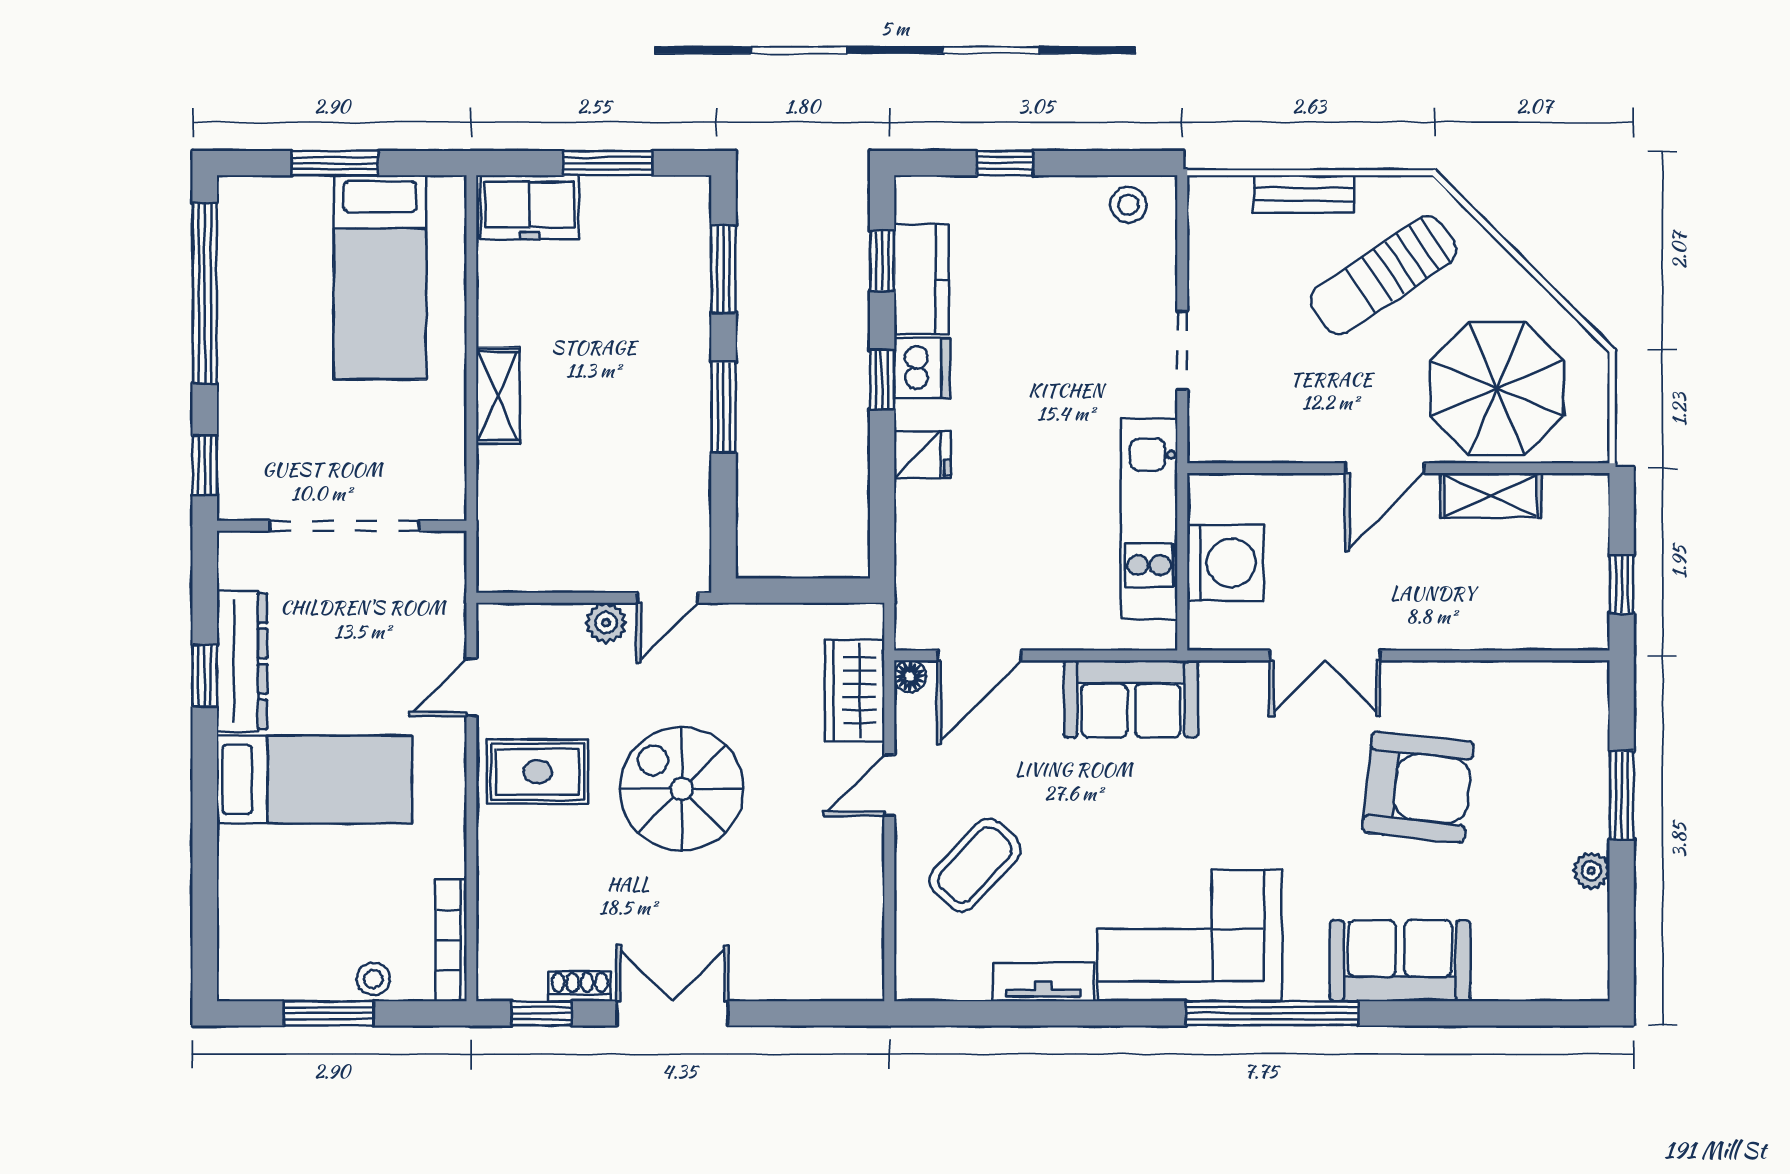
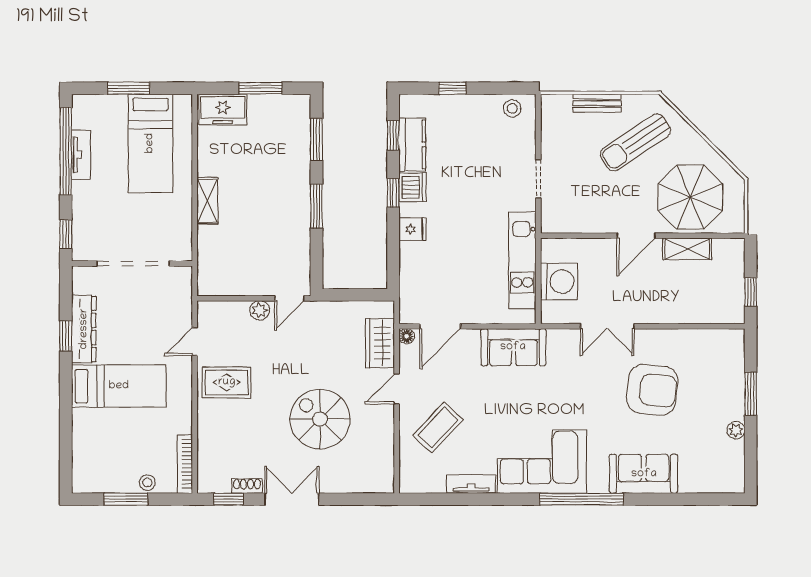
tv unit: (236, 301) -> (81, 155), added
spiral stairs: (682, 789) -> (320, 419), moved

